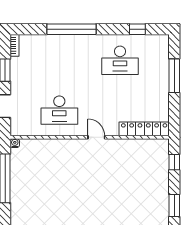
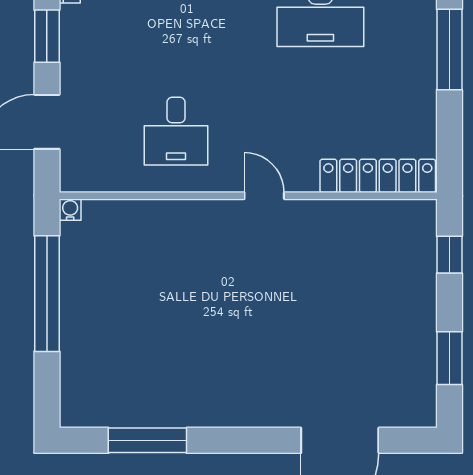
desk: (59, 110) -> (176, 131), width x0.73

